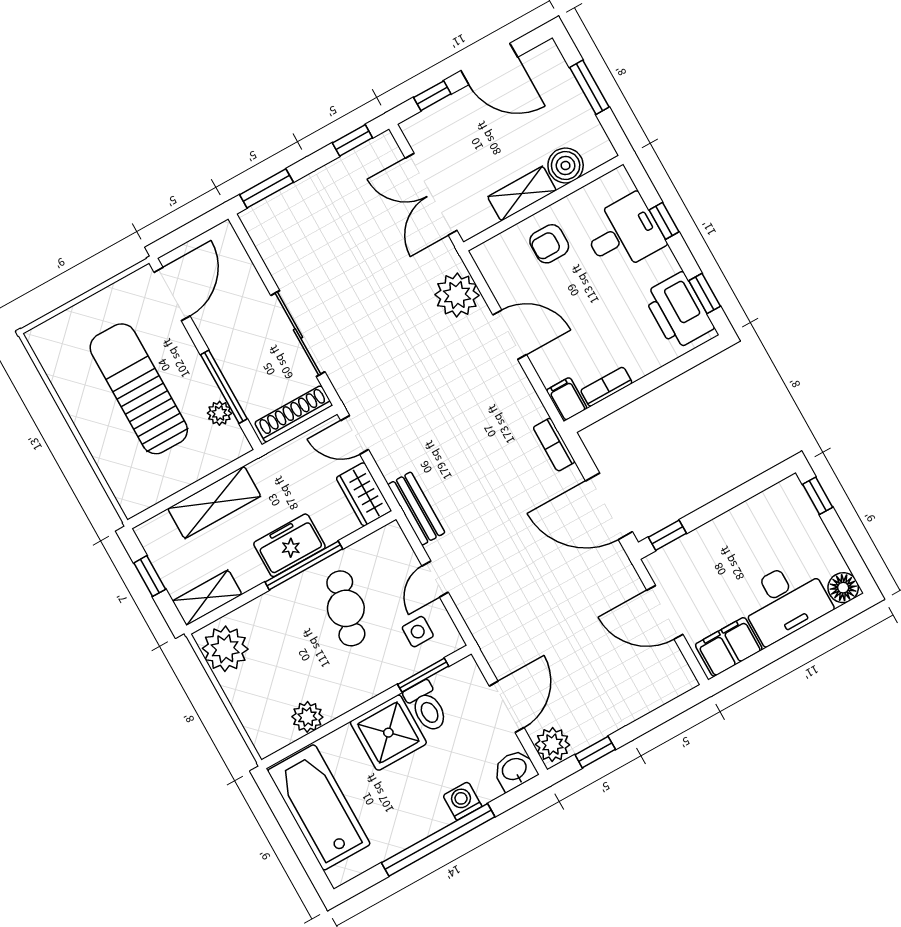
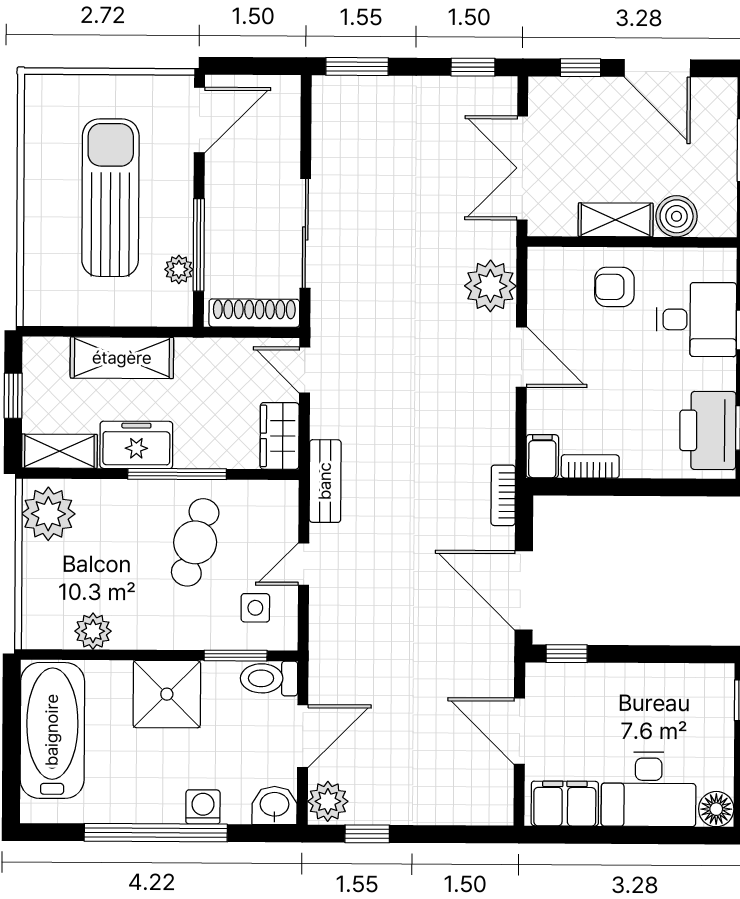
freezer: (289, 545) -> (136, 445), moved
toilet: (426, 707) -> (269, 678), moved, turned 90

